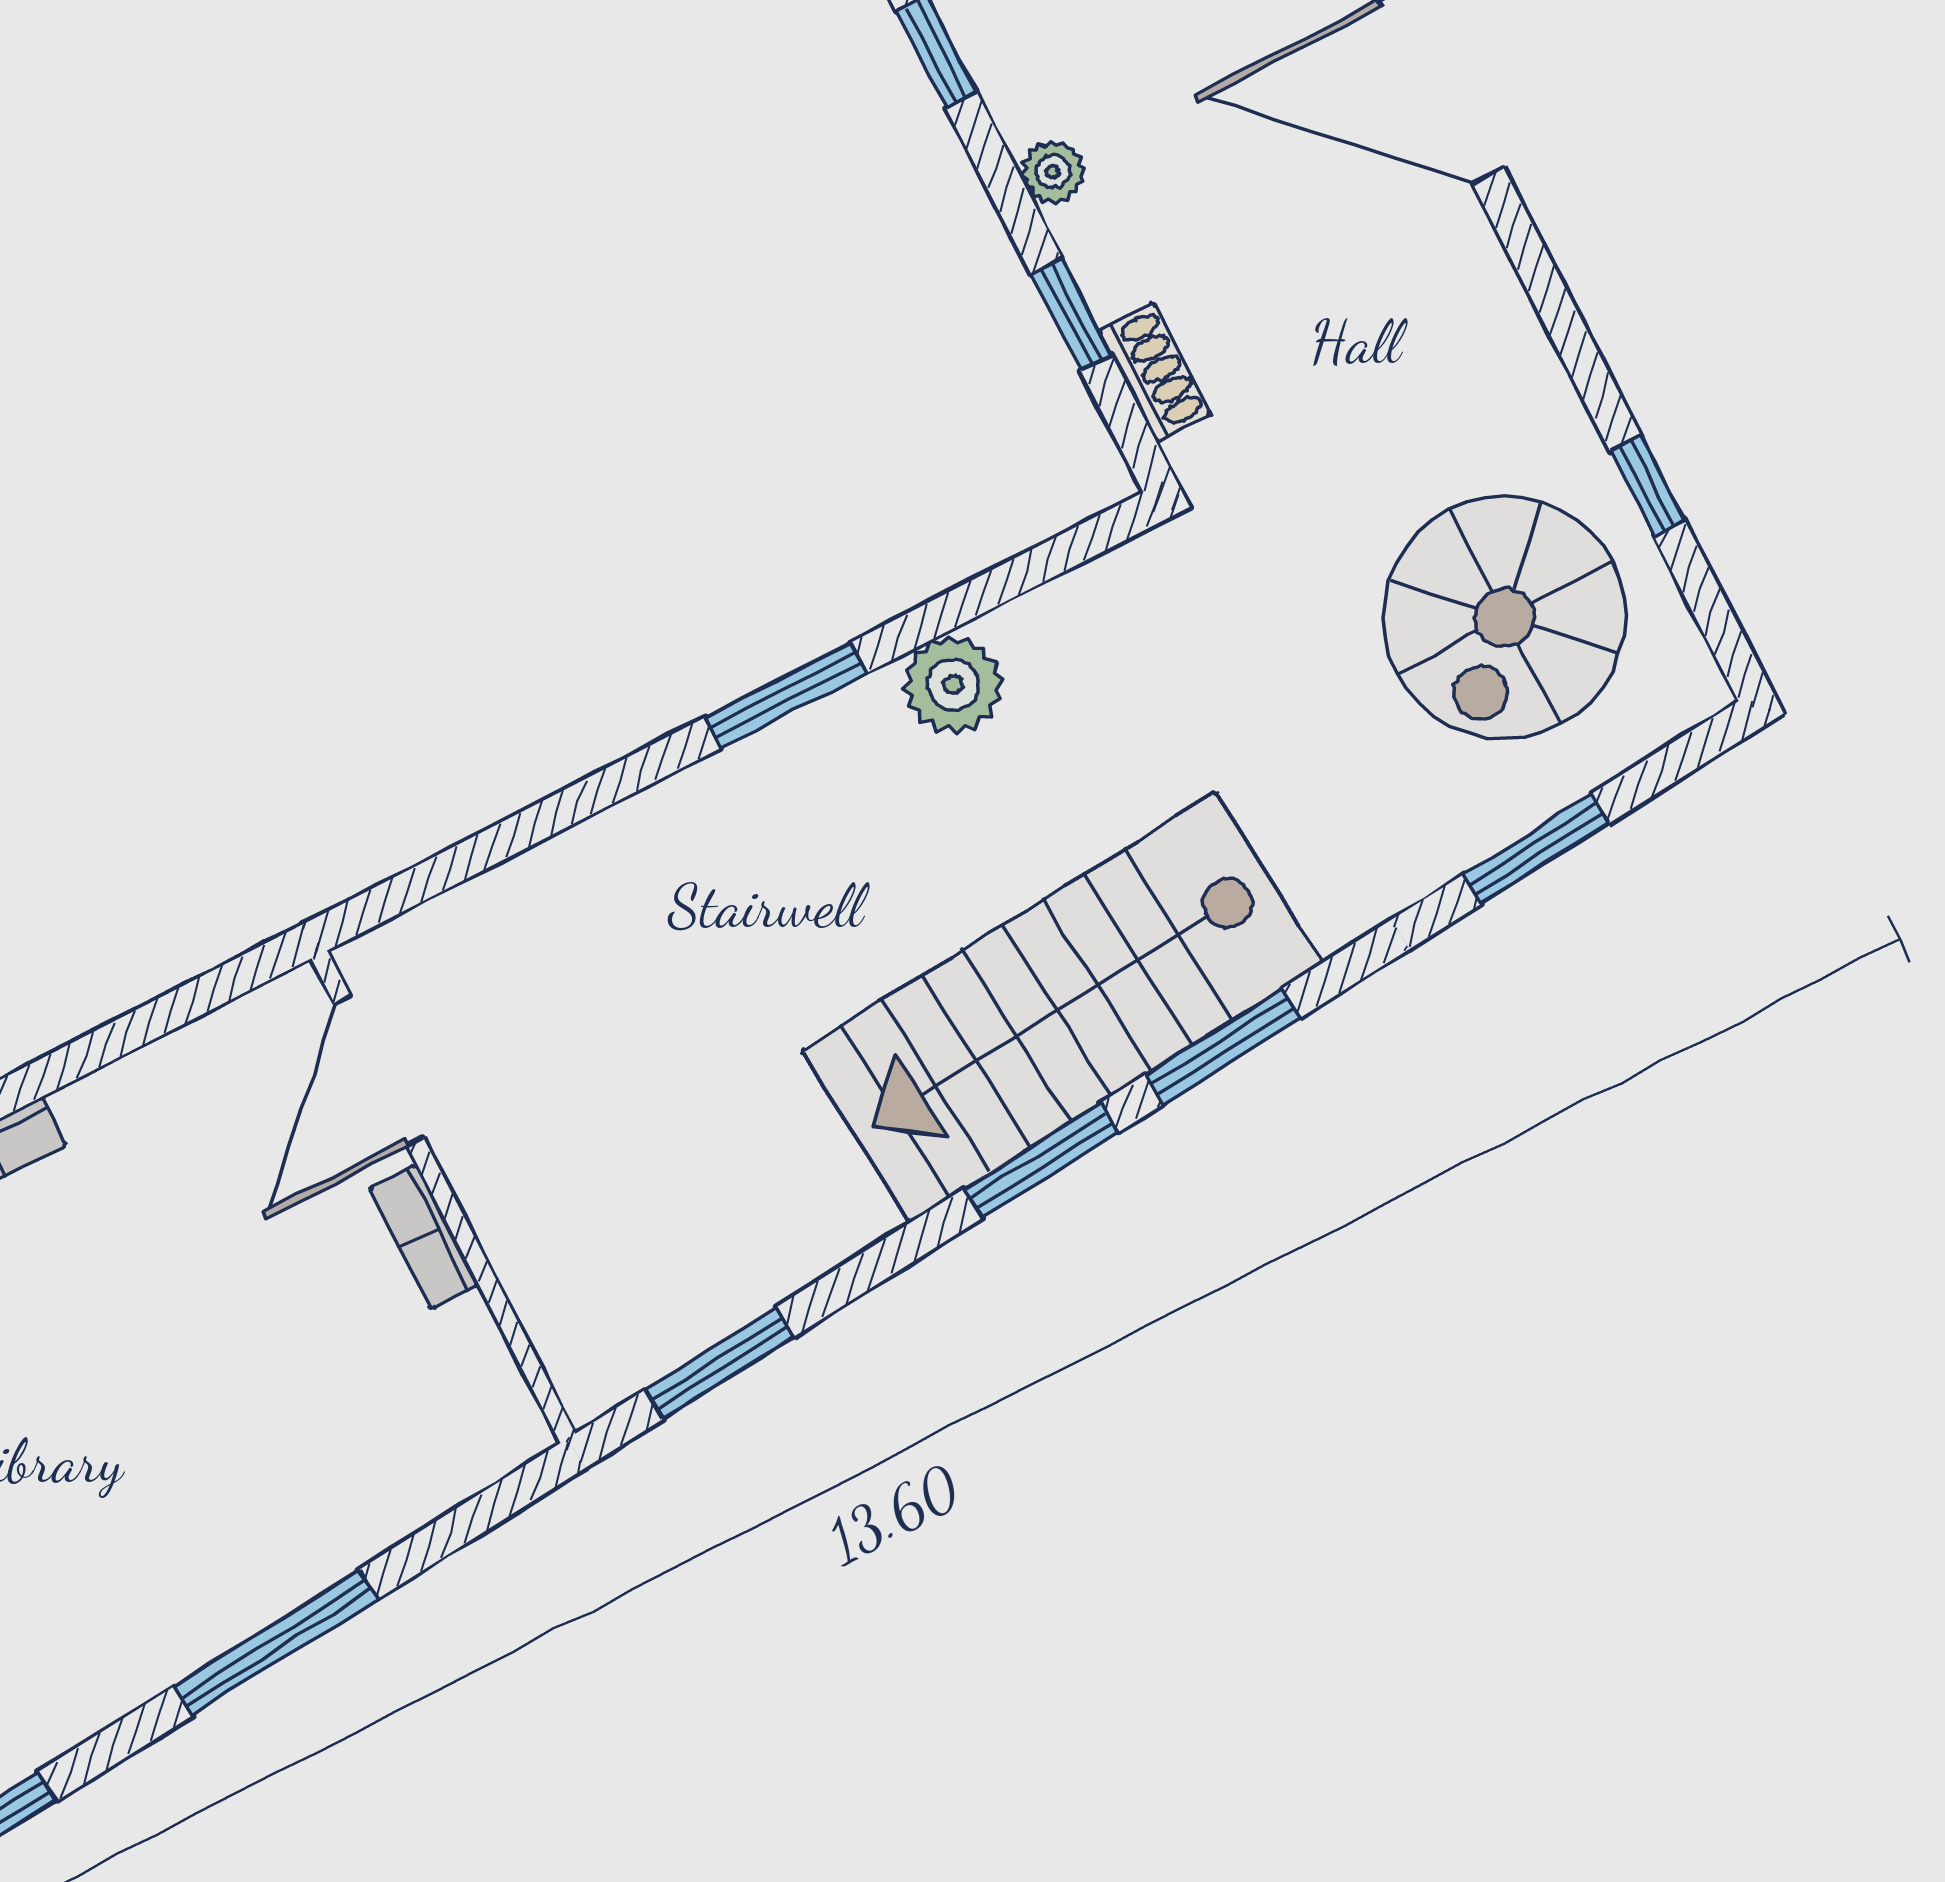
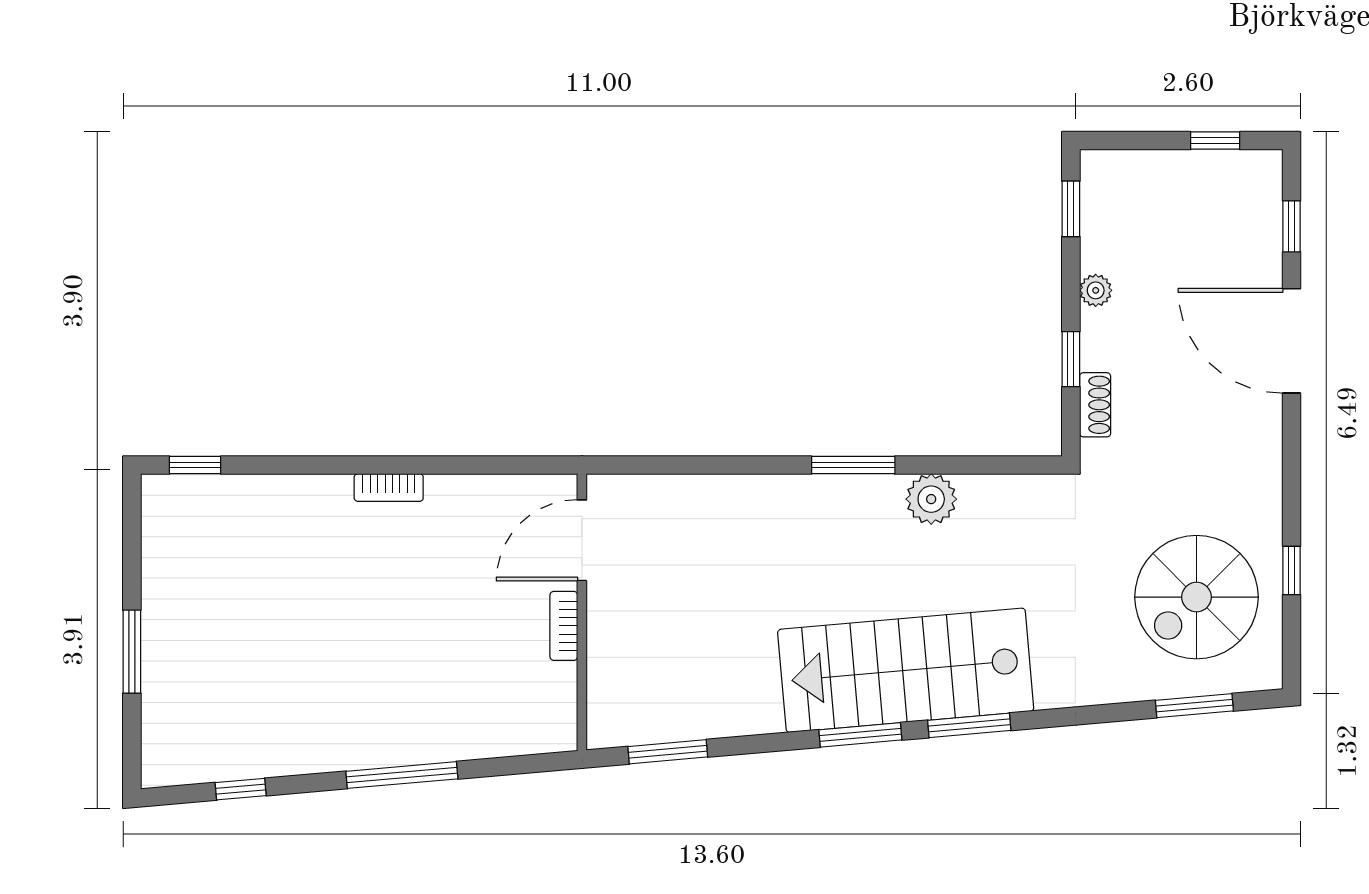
window: (1536, 849) -> (1194, 706), moved

